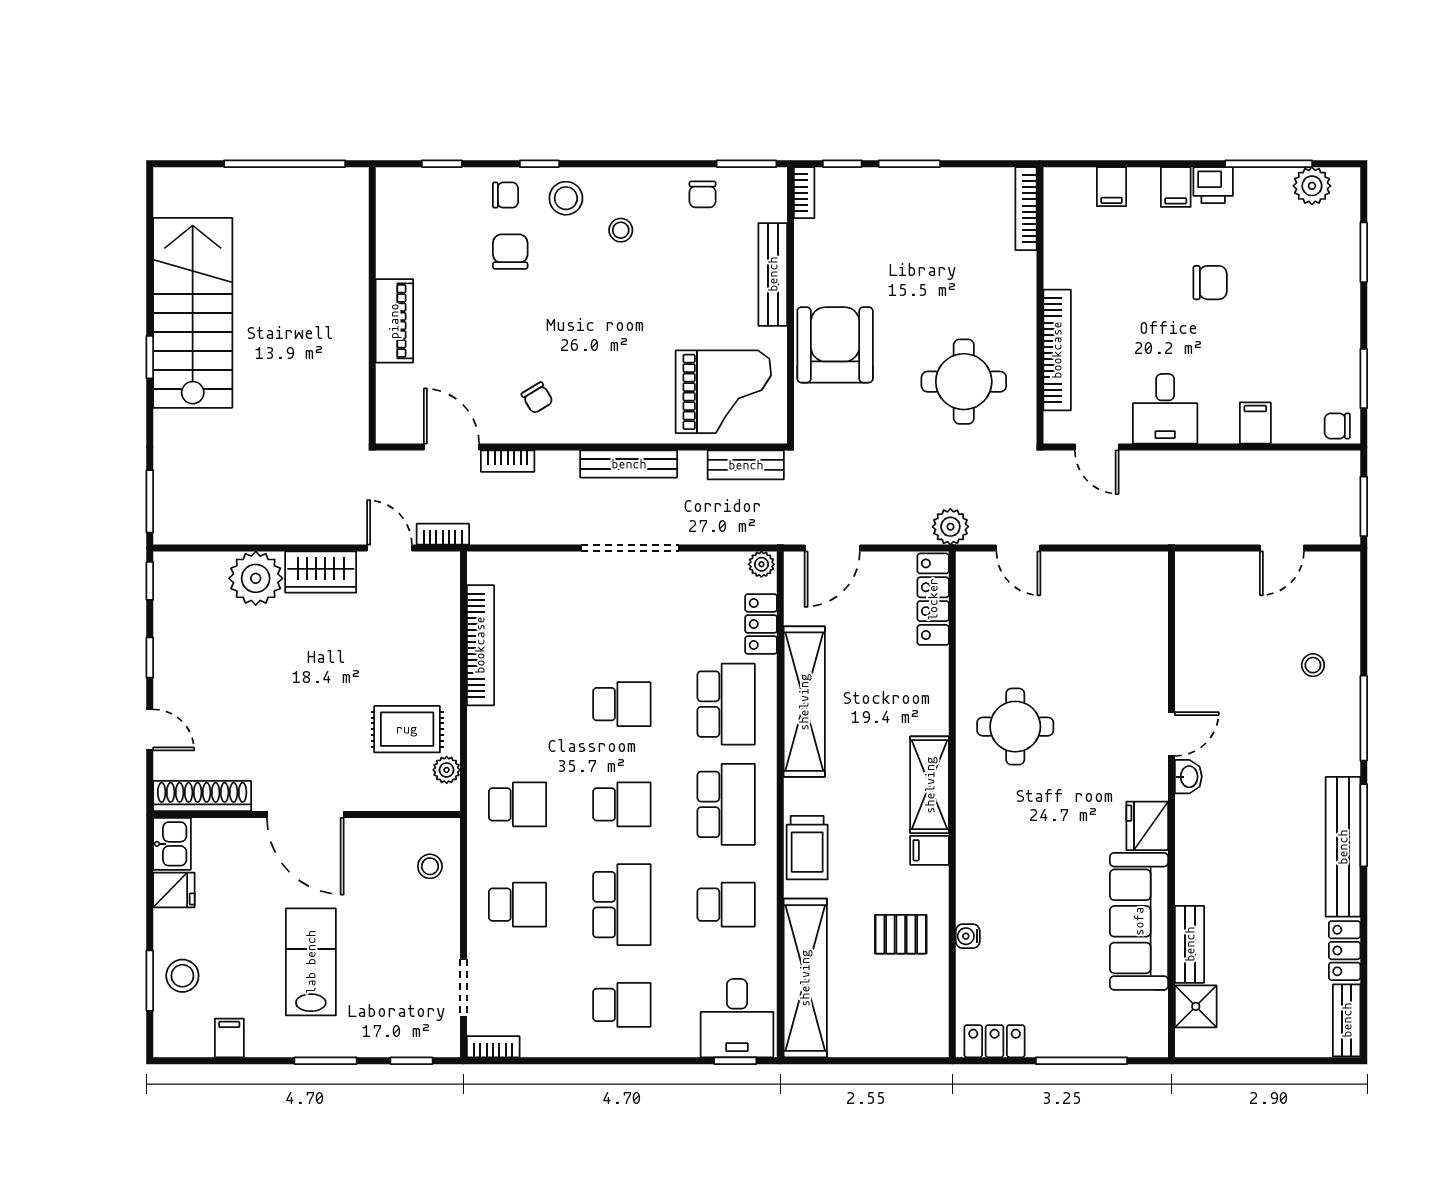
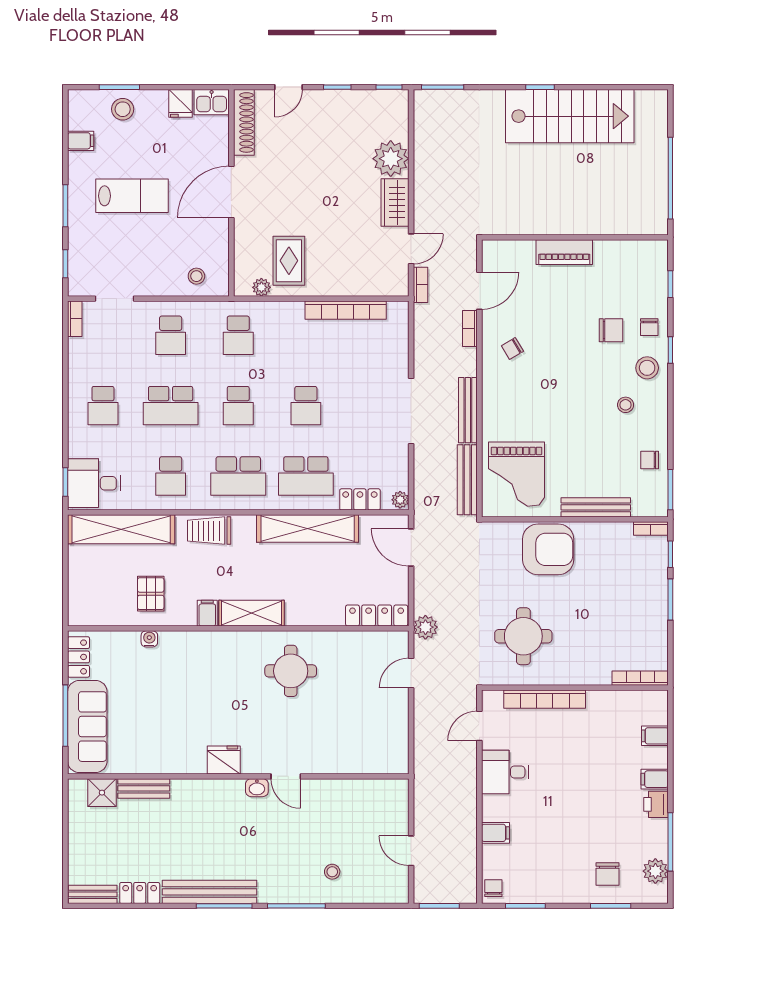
chair: (1210, 283) -> (608, 874), moved
bench: (746, 465) -> (467, 480), width x1.36
sofa: (1139, 921) -> (87, 727), moved, turned 90

